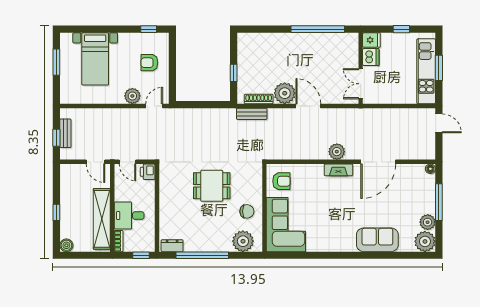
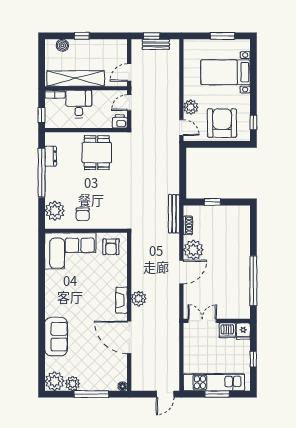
armchair: (149, 63) -> (222, 123), width x1.88, depth x1.88
shoe rack: (259, 99) -> (188, 225), width x0.70
bench: (252, 114) -> (174, 214), width x1.36
dining table: (212, 186) -> (97, 153), moved
boiler: (66, 245) -> (62, 45), moved
dresser: (172, 246) -> (51, 156), moved

